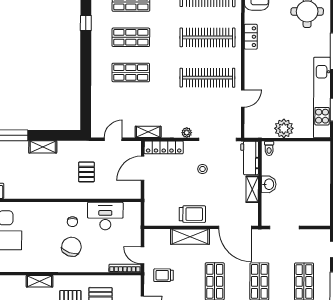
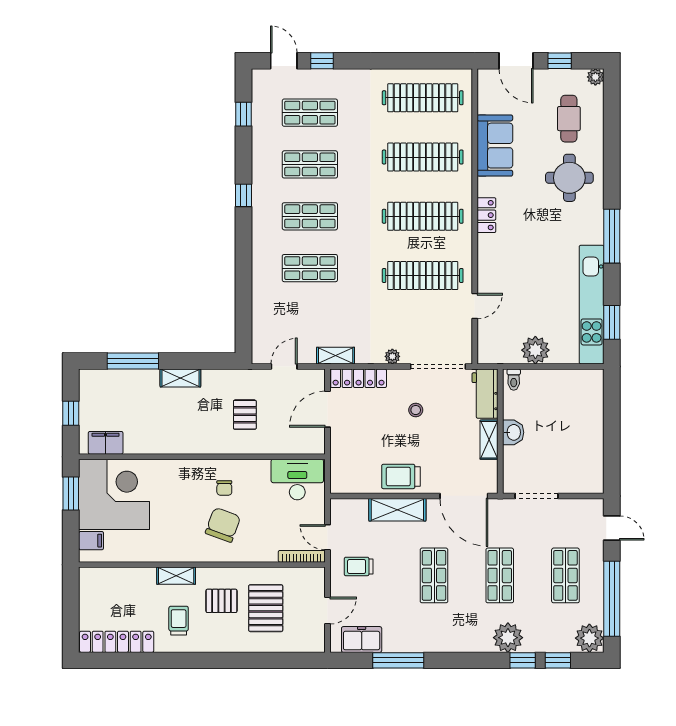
trolley: (192, 214) -> (401, 476), turned 180
desk: (105, 216) -> (297, 479), moved

